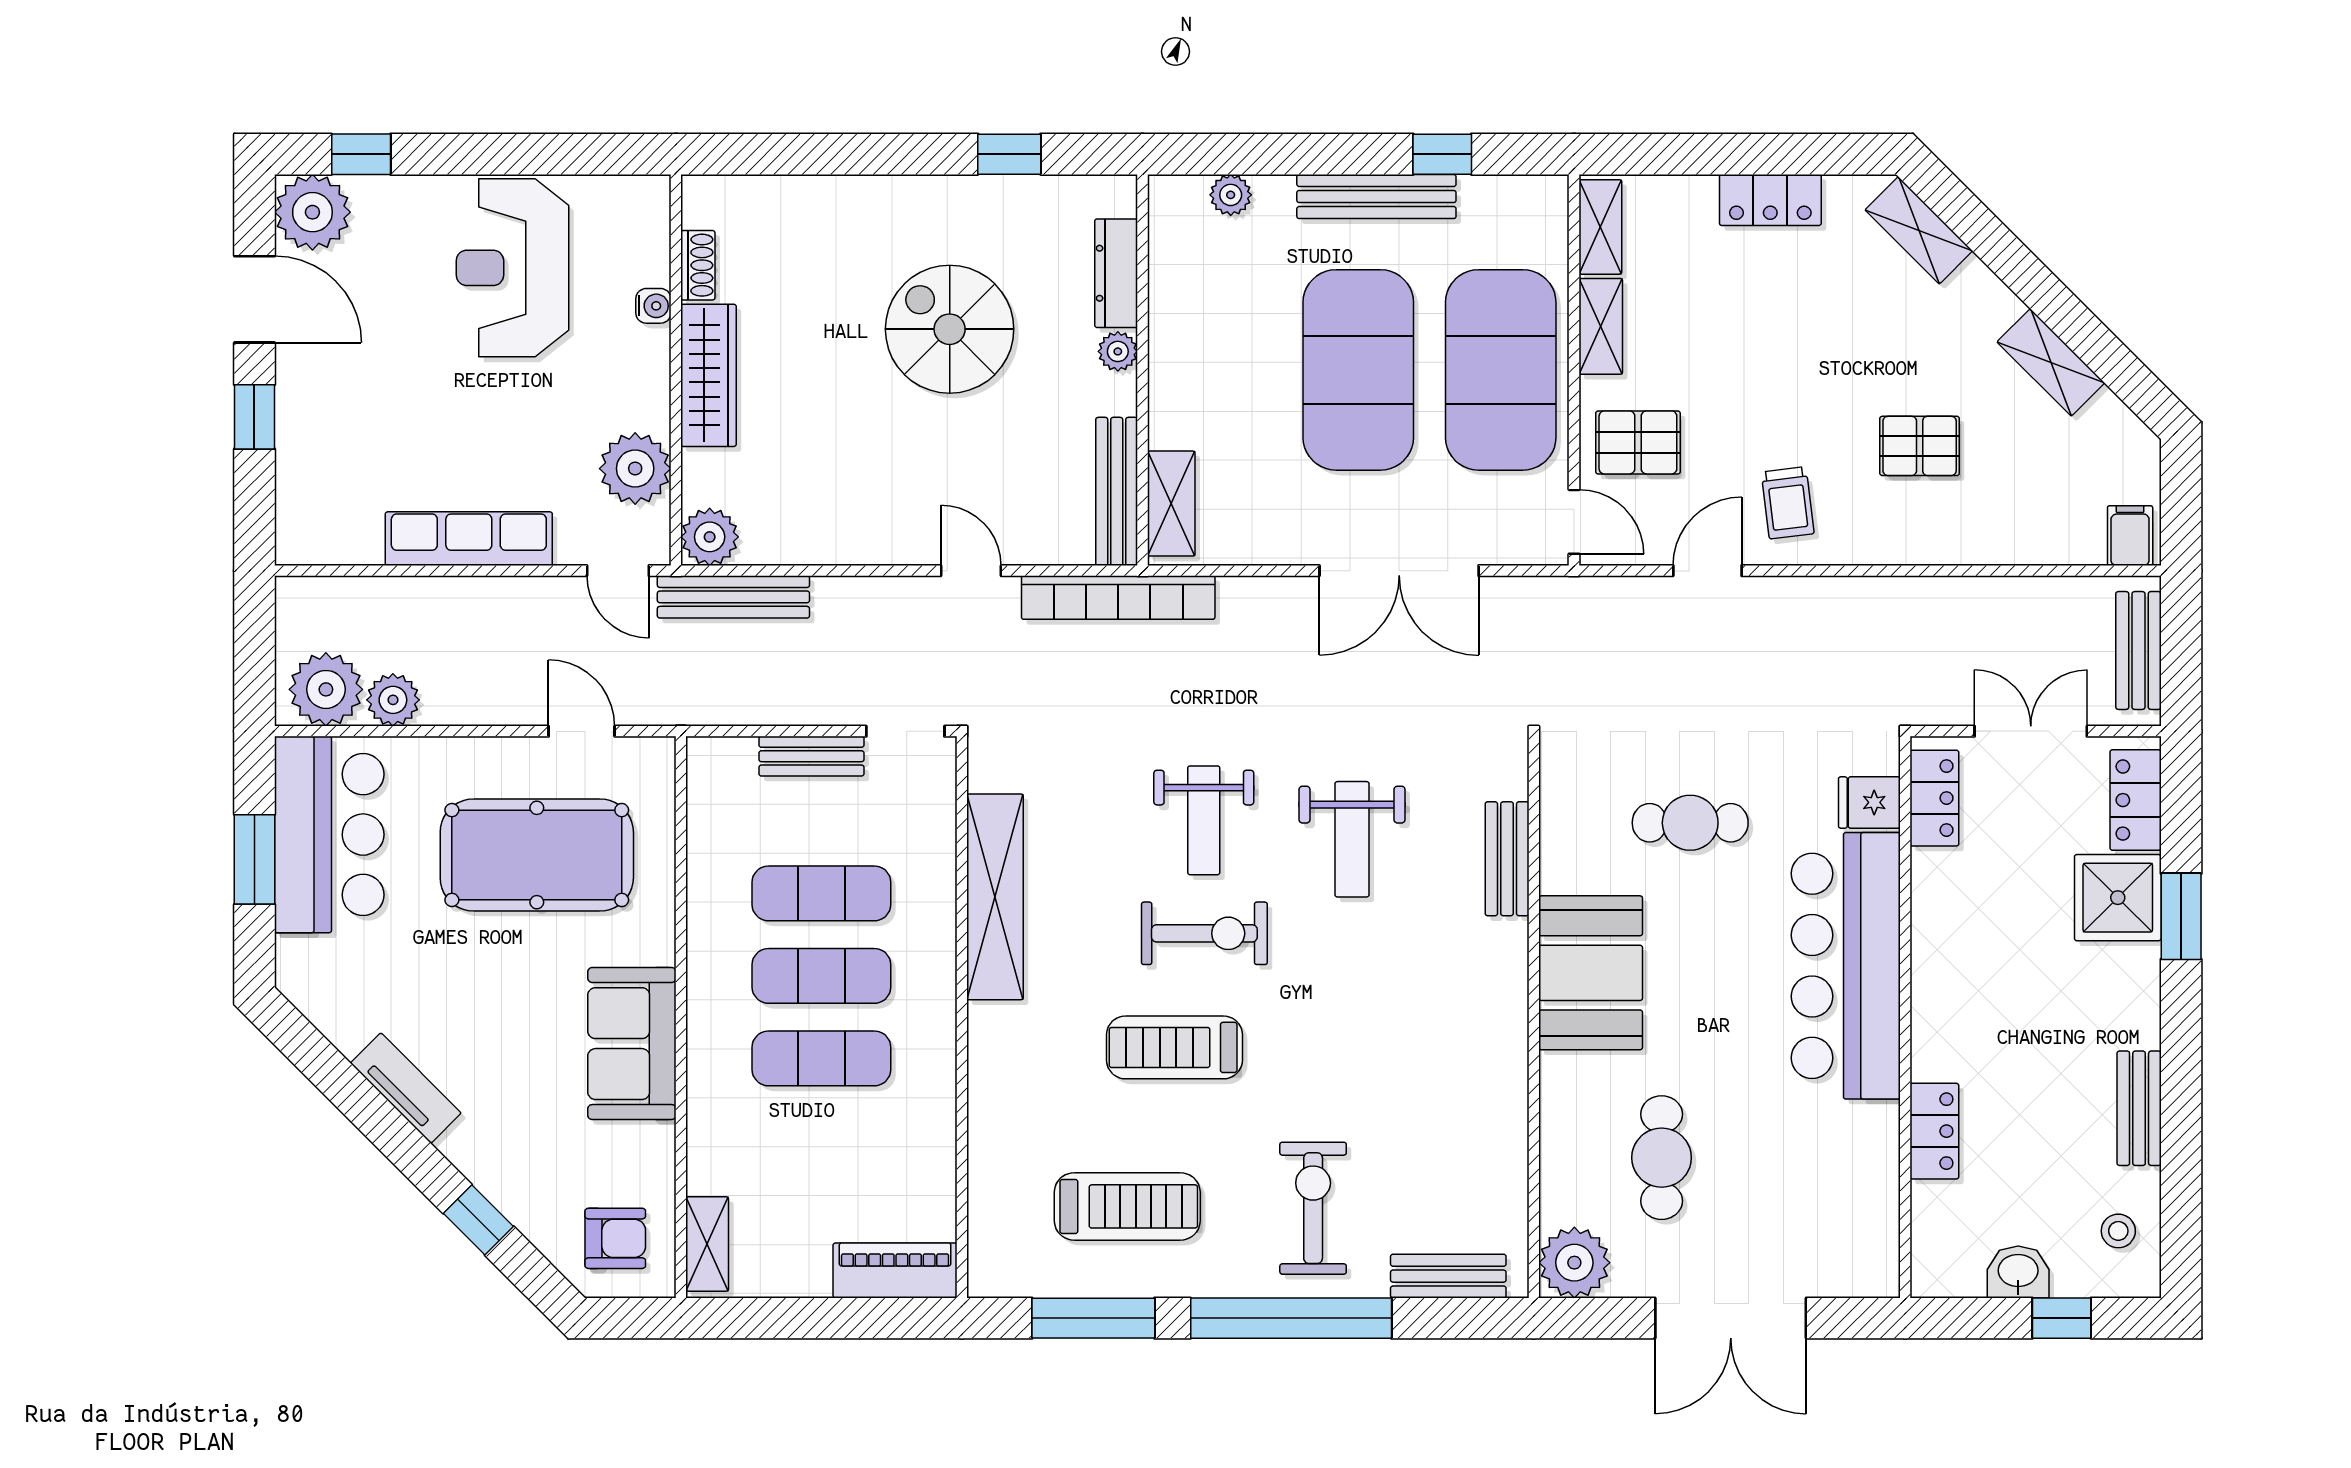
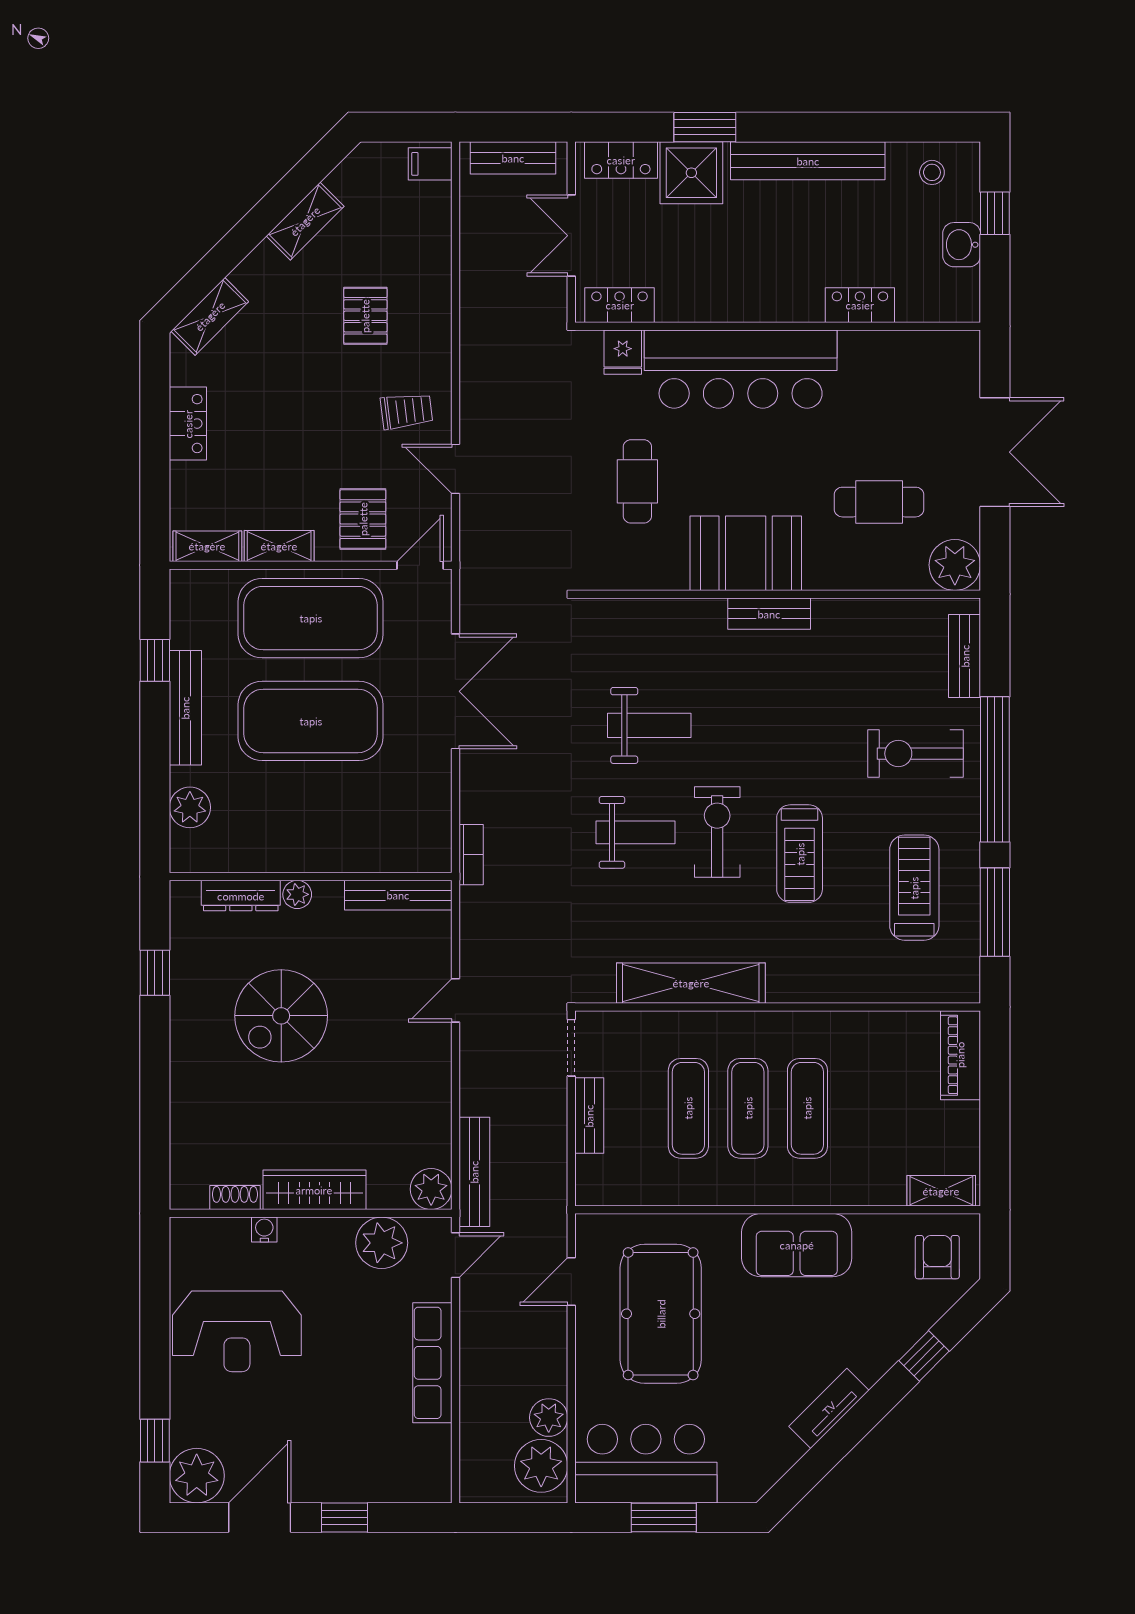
plant: (1231, 195) -> (190, 807), width x1.38, depth x1.38
shelving: (1171, 504) -> (407, 856), removed
bookcase: (1118, 598) -> (471, 855), width x0.43, depth x0.76
bench: (1507, 859) -> (769, 614), moved
bench: (2139, 1108) -> (808, 161), width x1.86, depth x1.21

